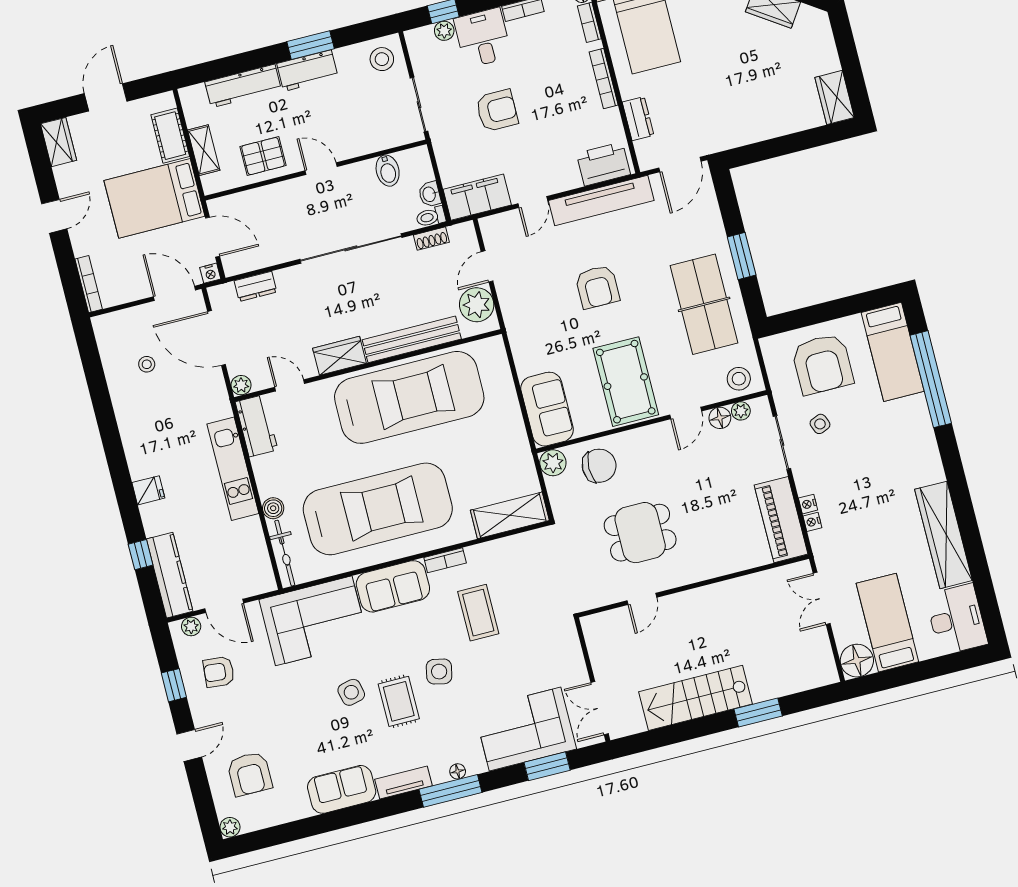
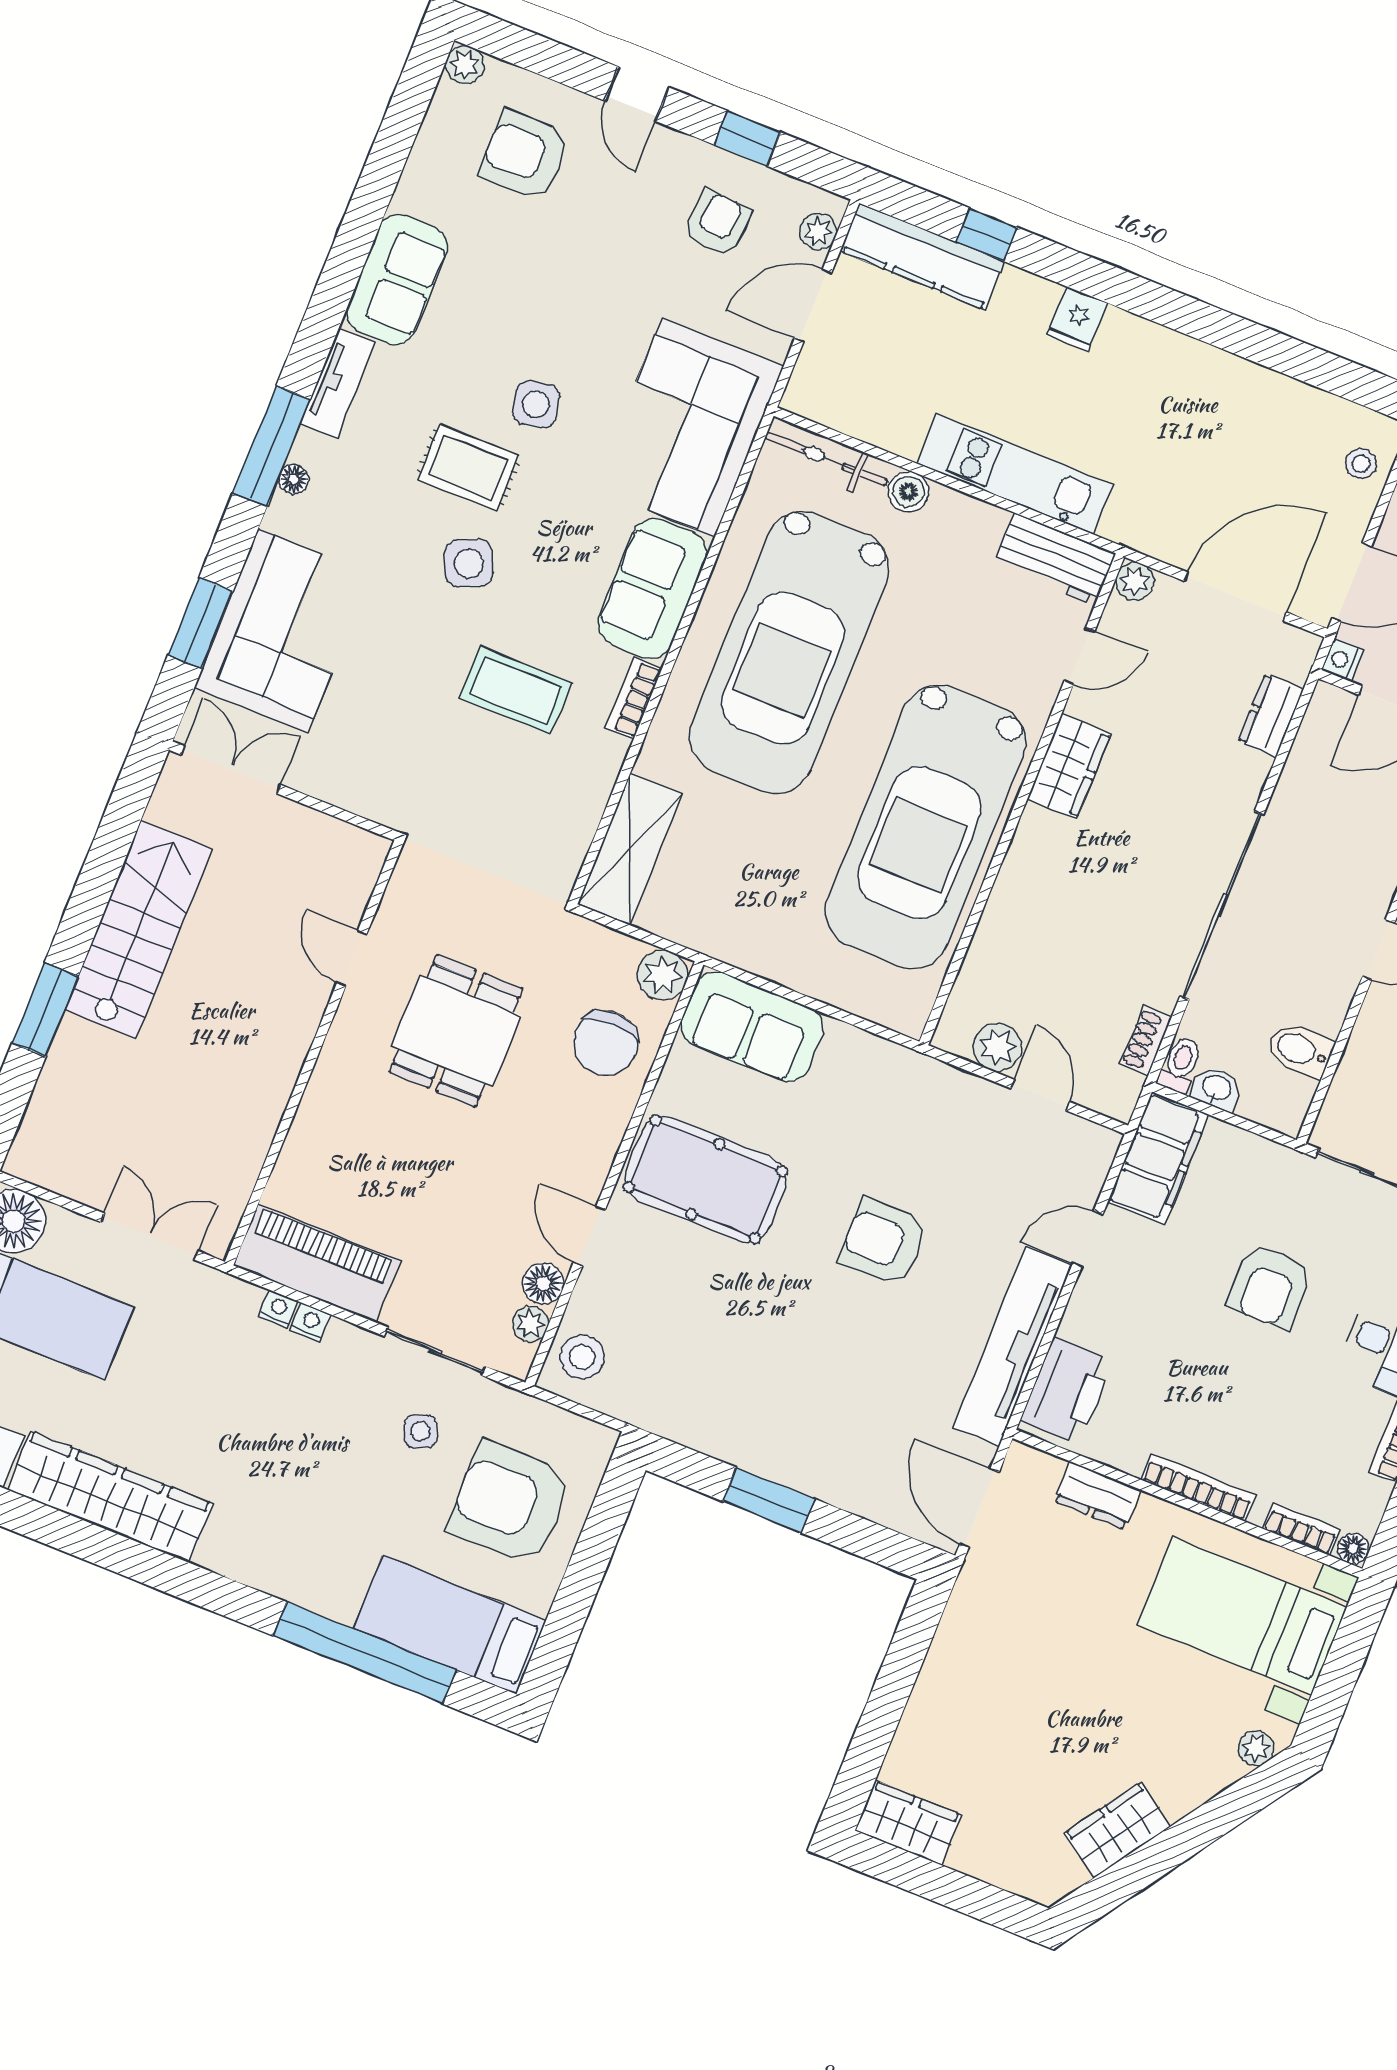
door: (533, 202) -> (1088, 1239), hinge flipped
table tennis table: (704, 304) -> (736, 1387), removed
plant: (477, 305) -> (998, 1047), width x0.73, depth x0.73
bench: (412, 339) -> (1012, 897), removed
stool: (147, 364) -> (1361, 464), moved
side table: (439, 672) -> (469, 563), turned -37

